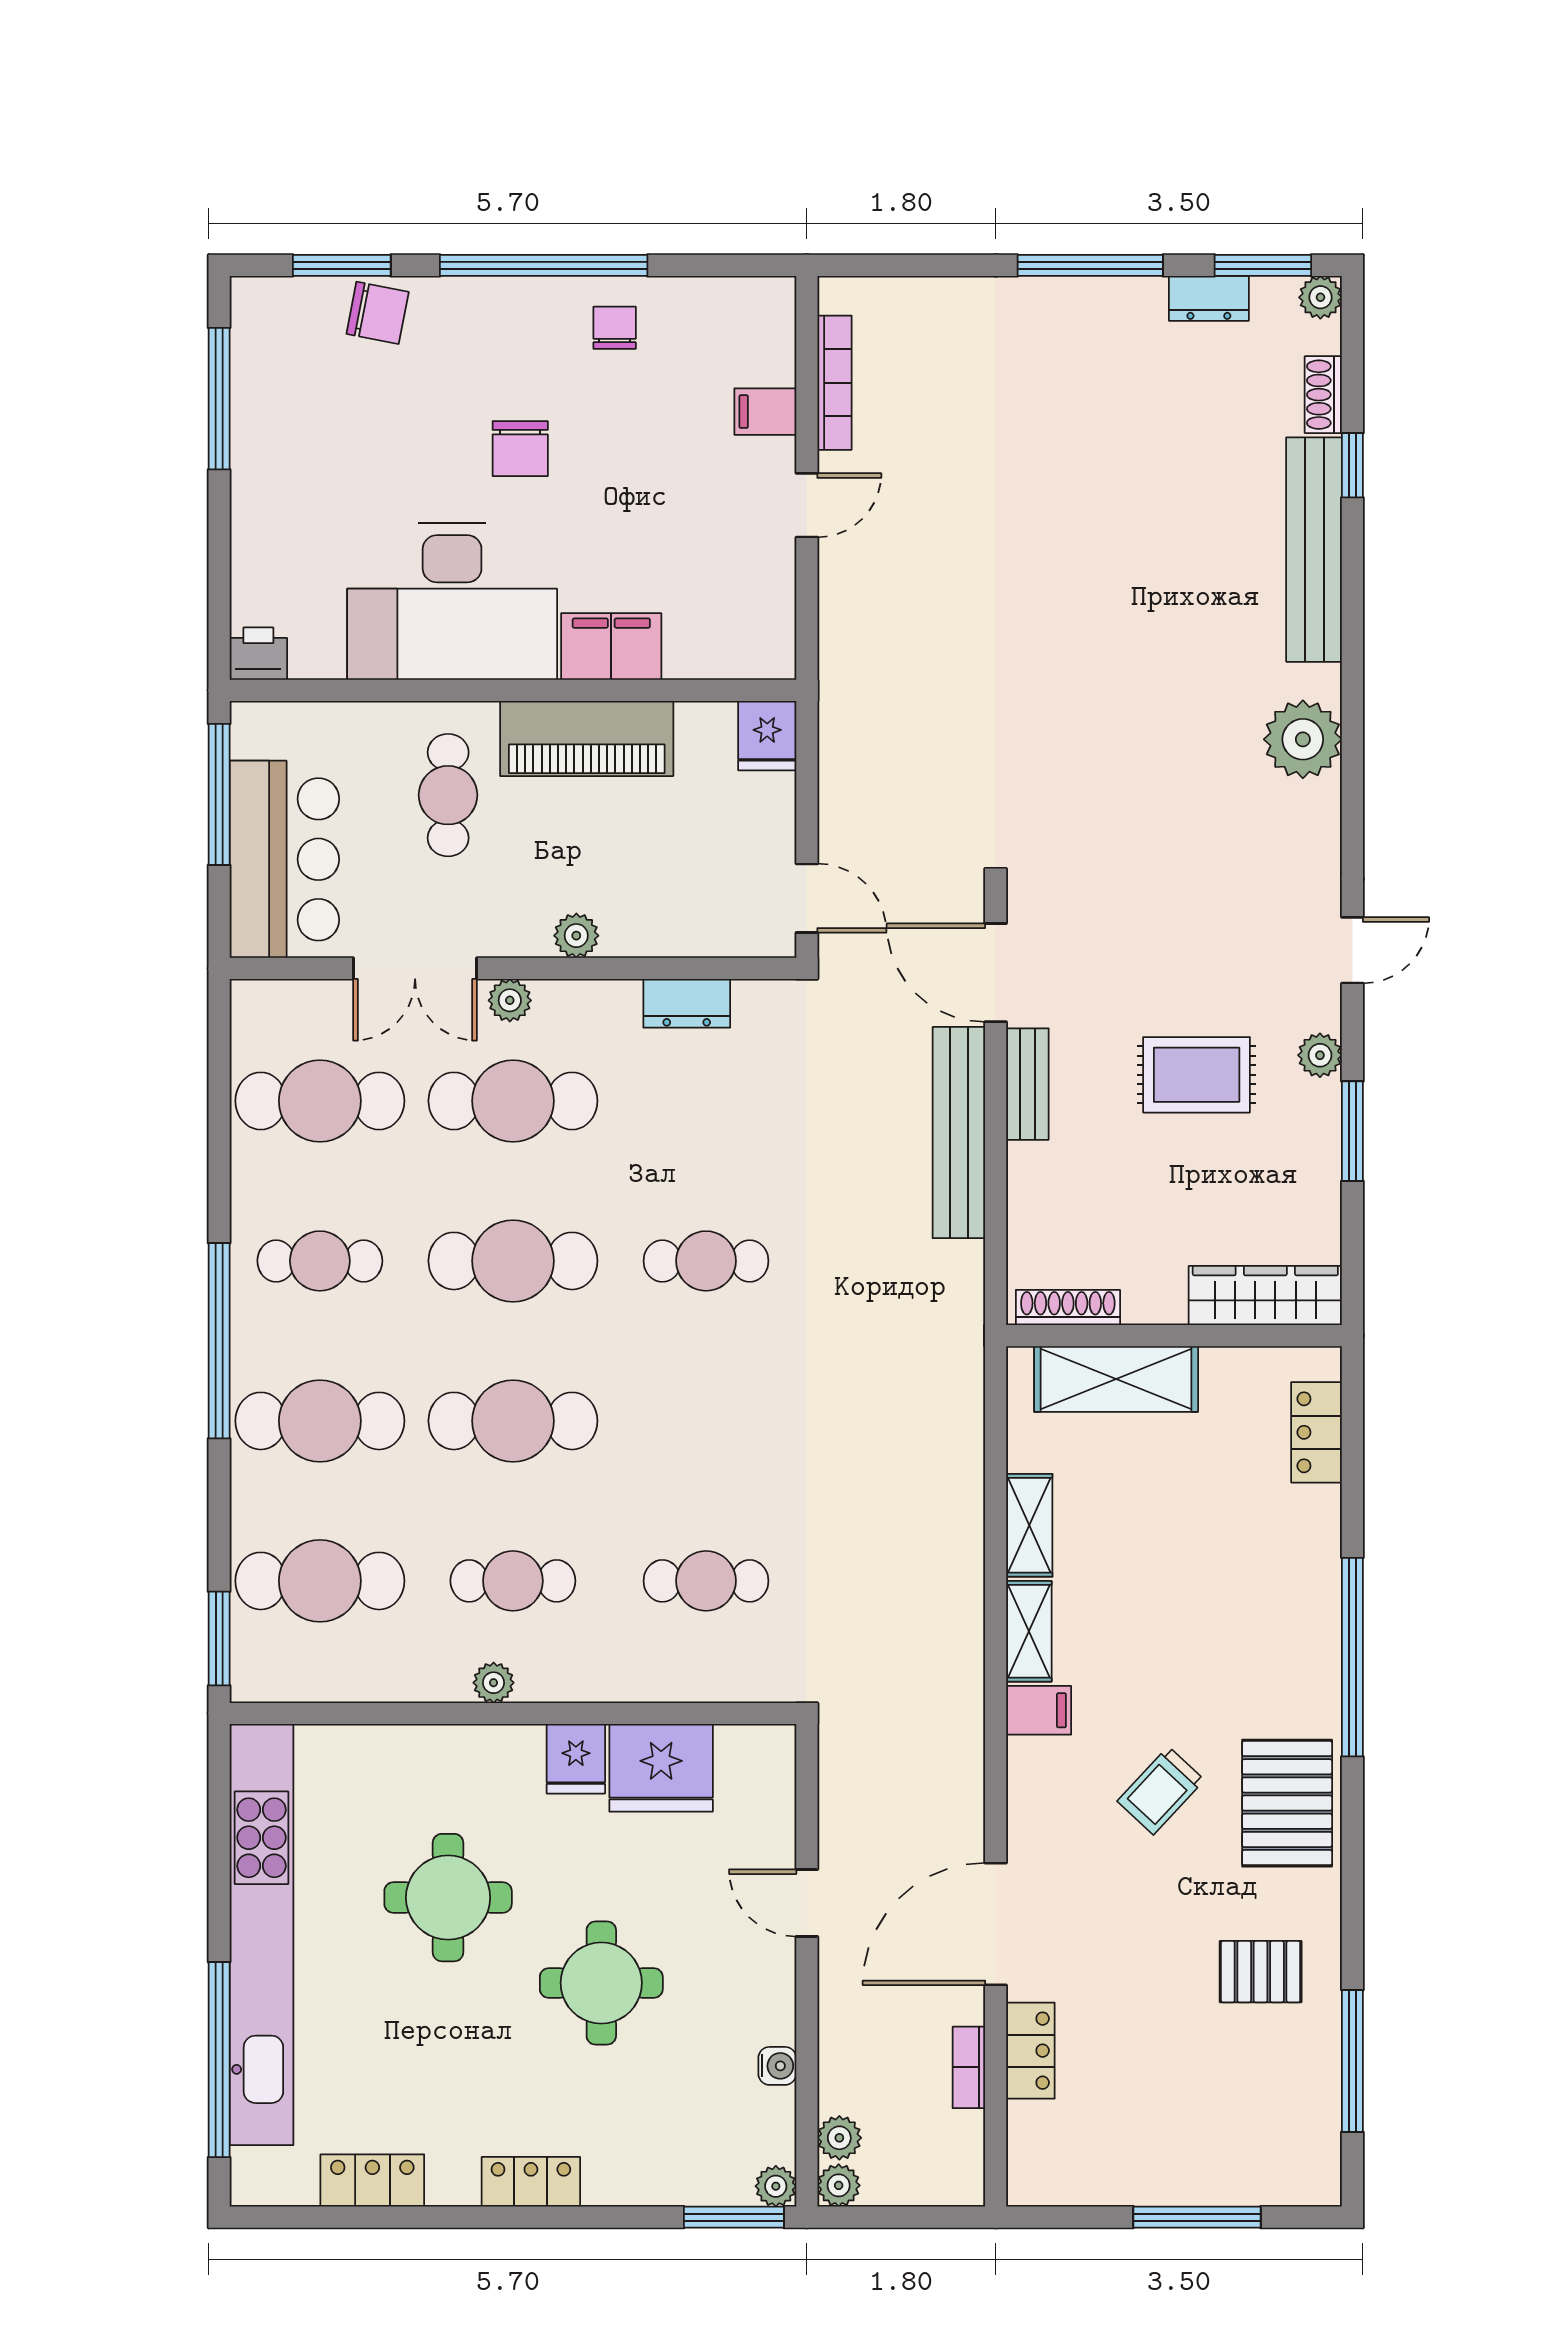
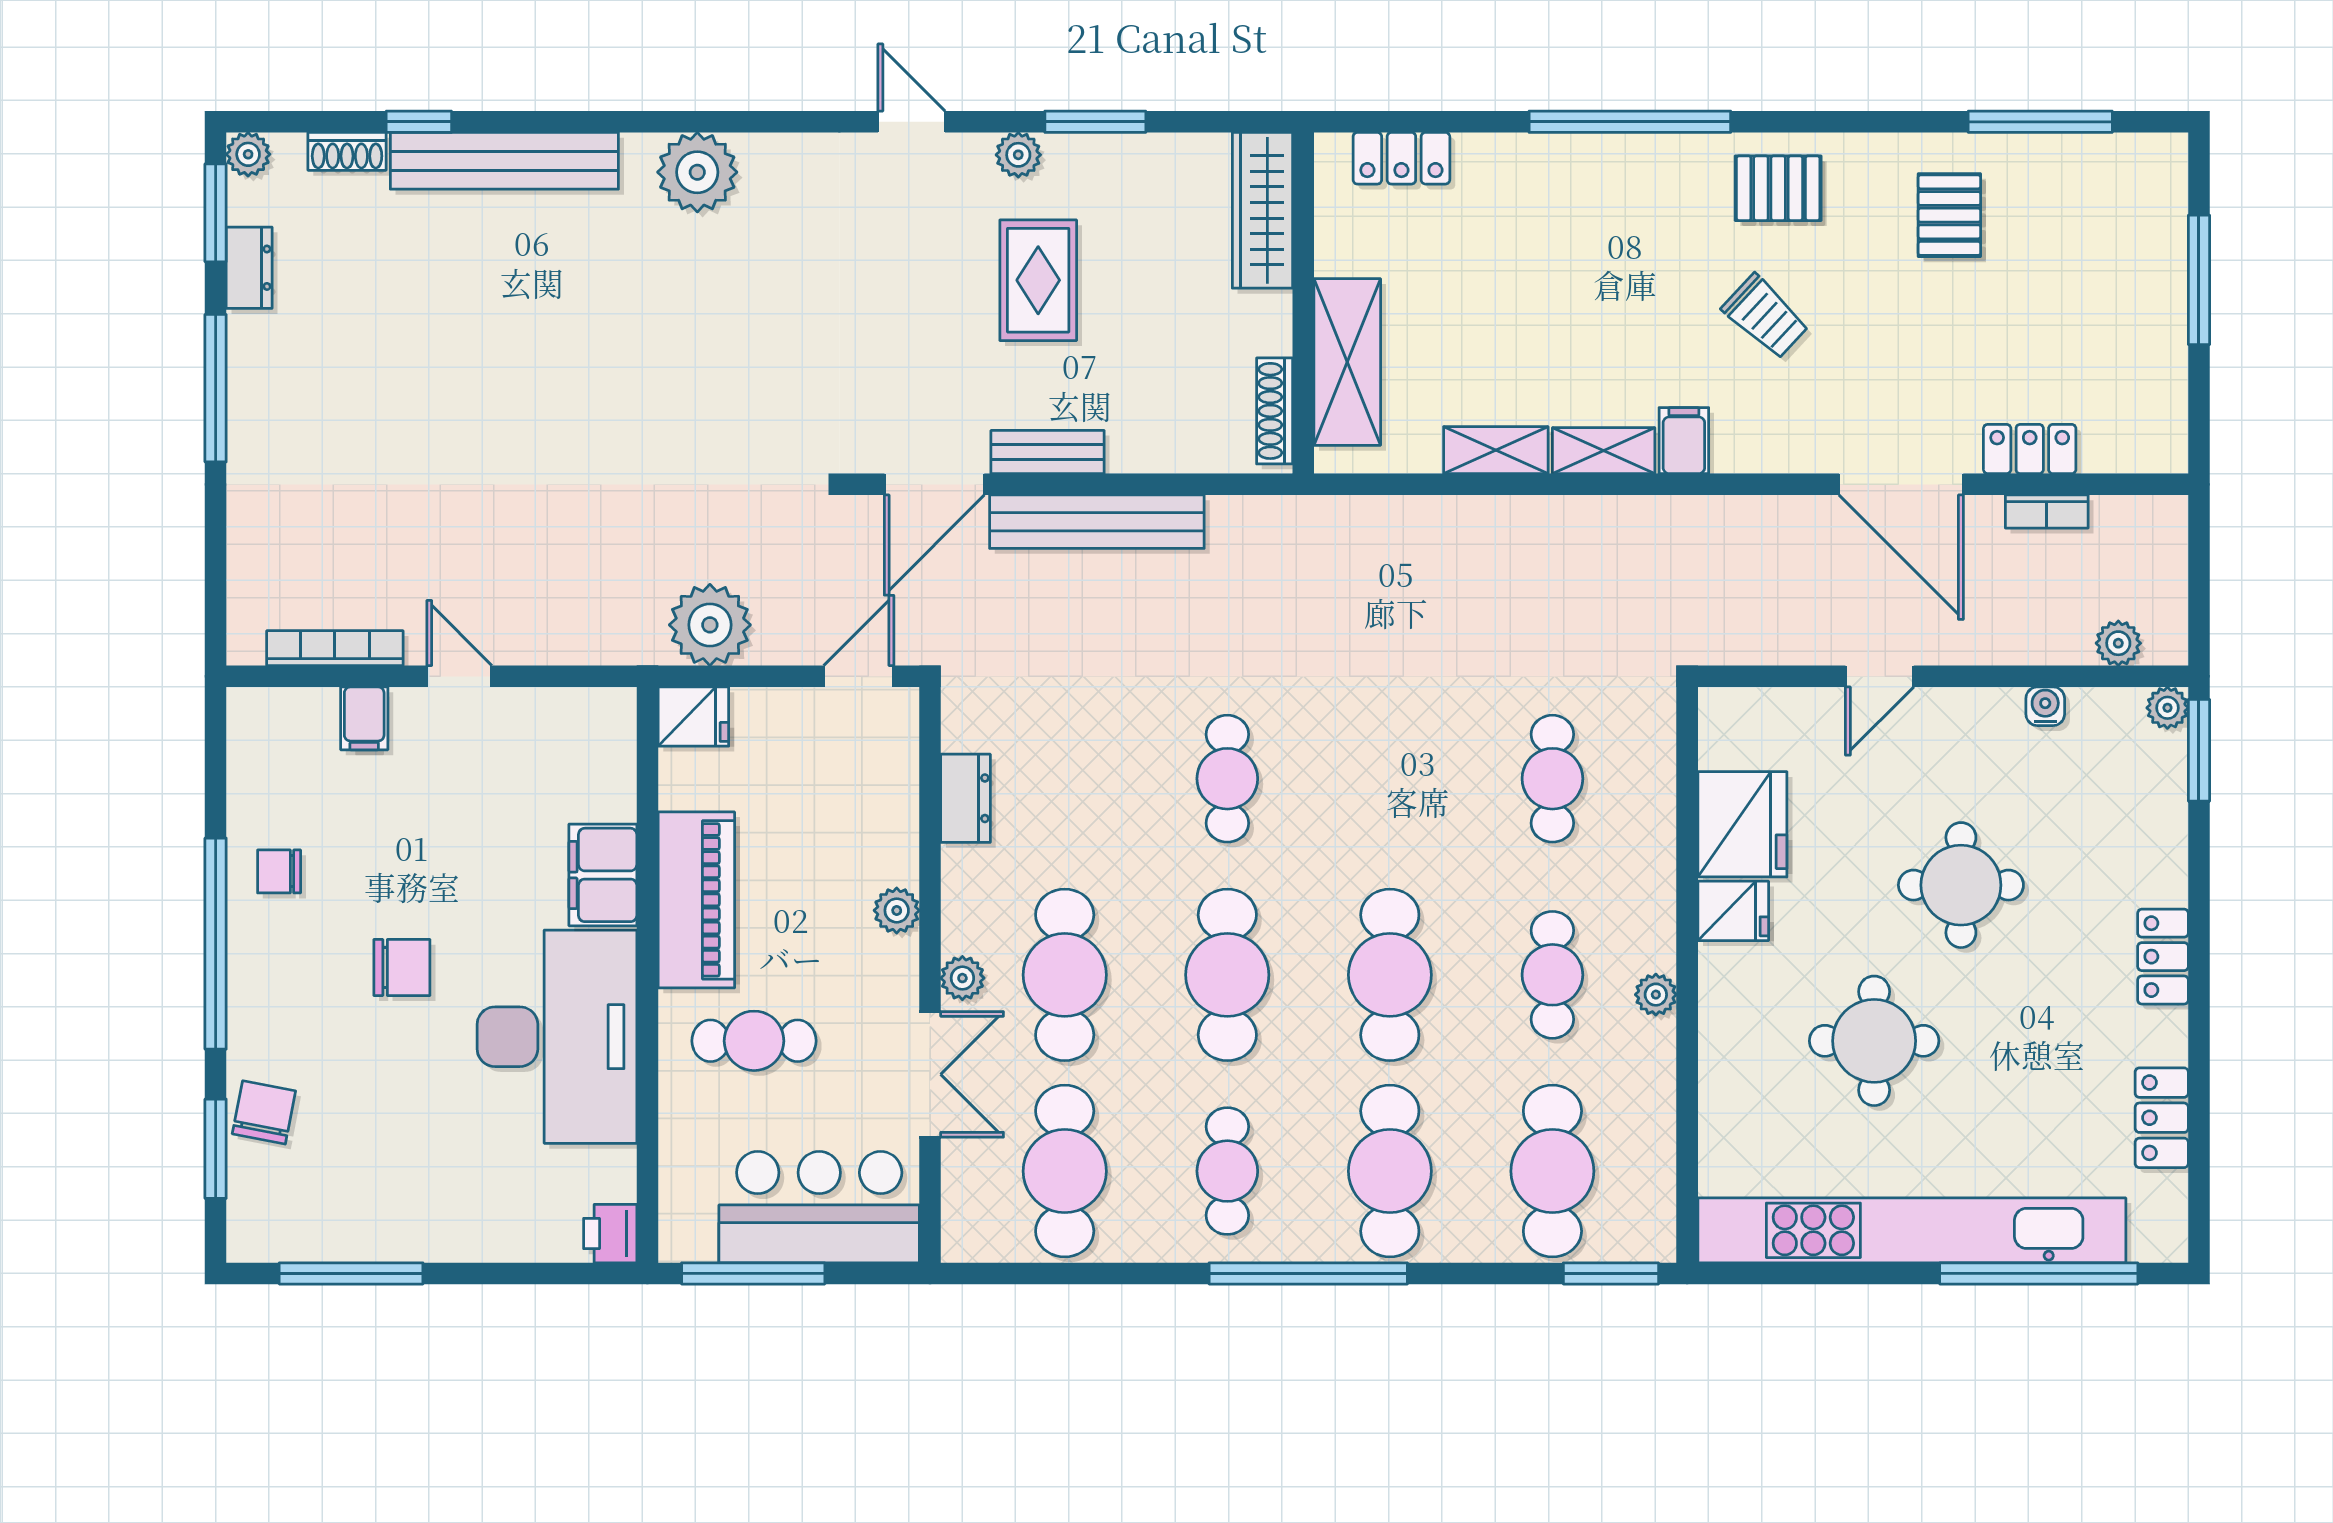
pallet: (1287, 1803) -> (1778, 188), width x0.67, depth x0.71
plant: (839, 2185) -> (710, 625), moved, width x1.88, depth x1.88

